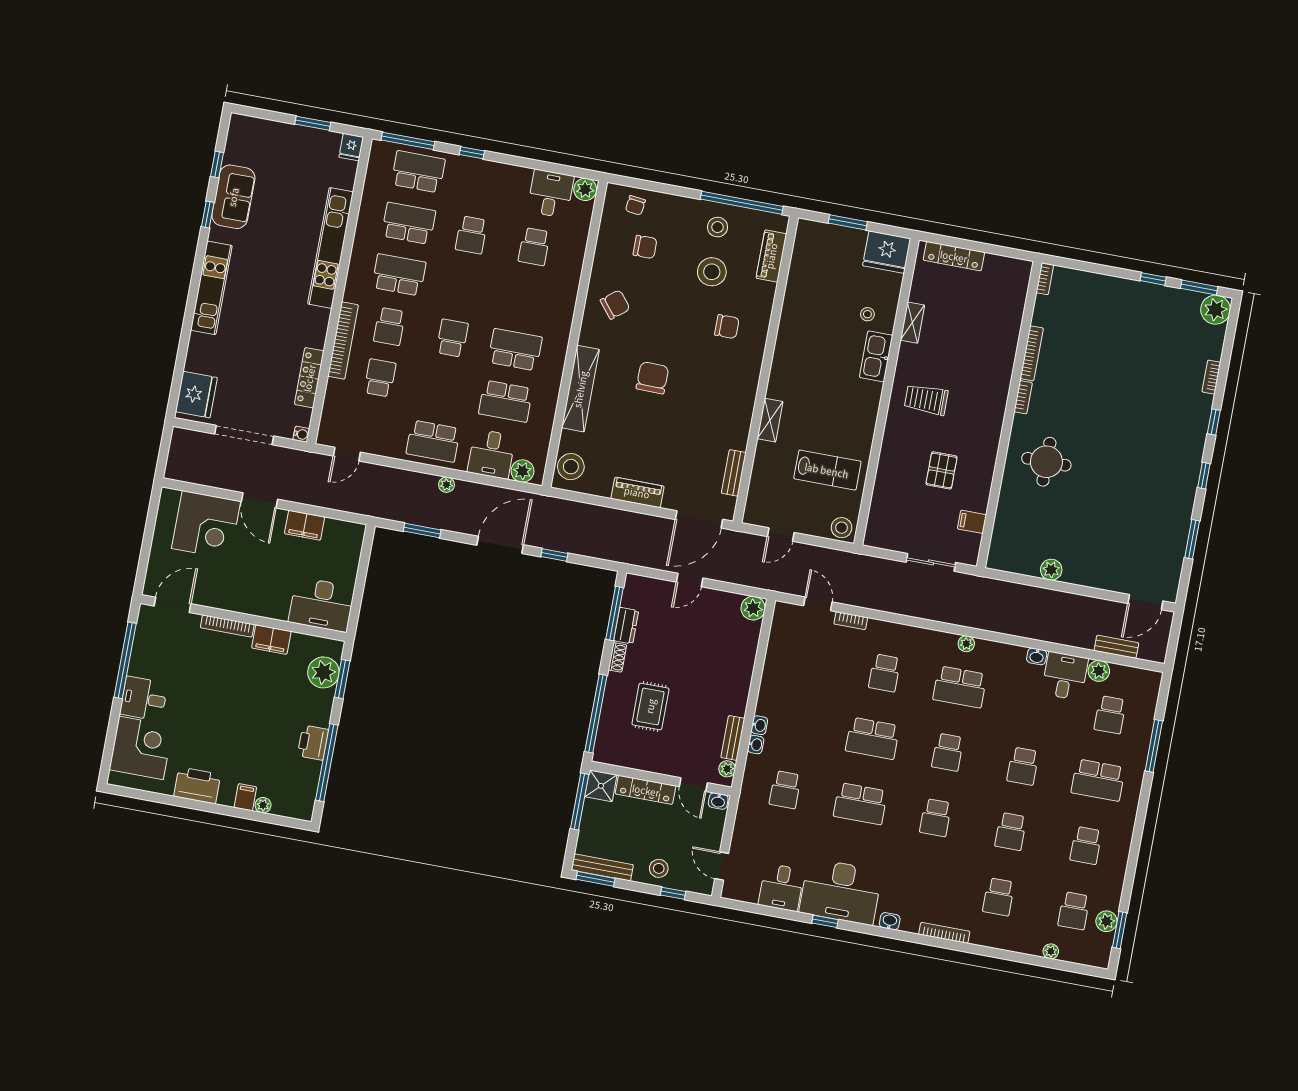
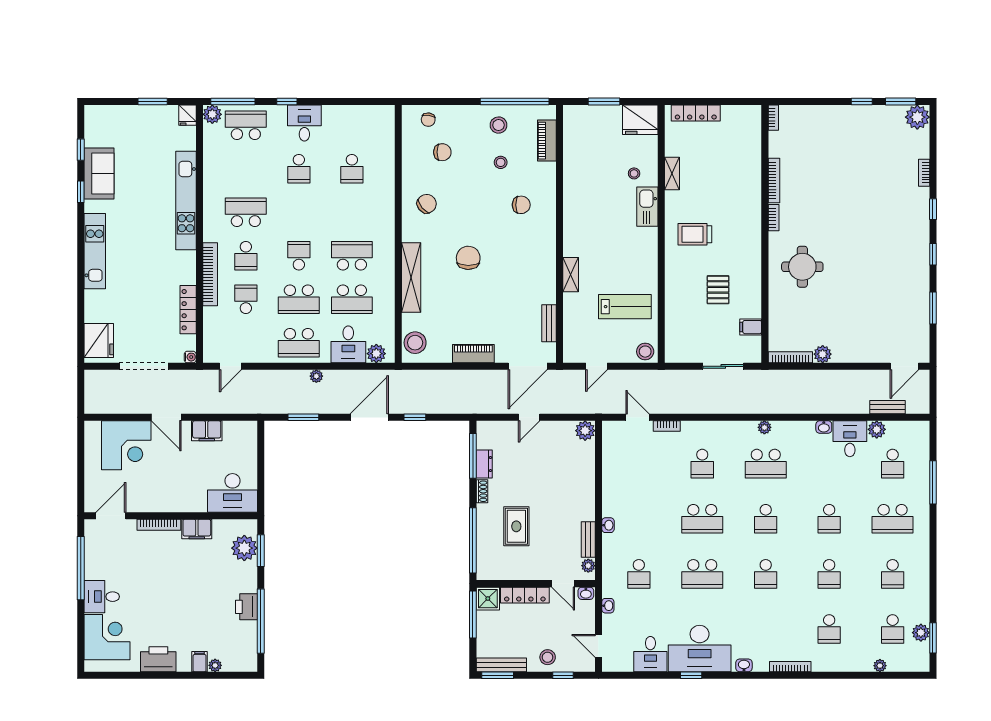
plant: (585, 189) -> (212, 114), moved
desk: (551, 194) -> (304, 123), moved
school desk: (409, 223) -> (299, 299), moved, turned 180
stool: (712, 272) -> (501, 162), width x0.53, depth x0.53
bookcase: (1012, 566) -> (790, 357), added
washbasin: (756, 745) -> (608, 606), moved

